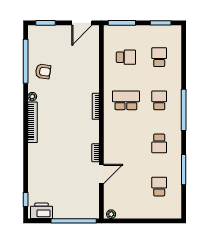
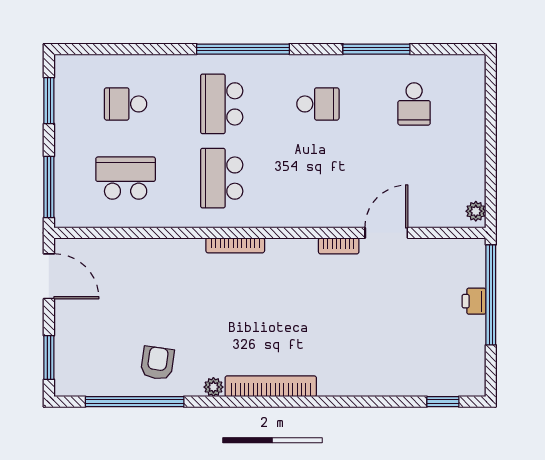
school desk: (126, 57) -> (126, 178), width x1.85
school desk: (159, 100) -> (222, 104), width x1.85
door: (101, 174) -> (386, 233), hinge flipped
school desk: (159, 187) -> (414, 104), turned -90
printer: (42, 211) -> (474, 301), moved, width x0.53, depth x0.68

